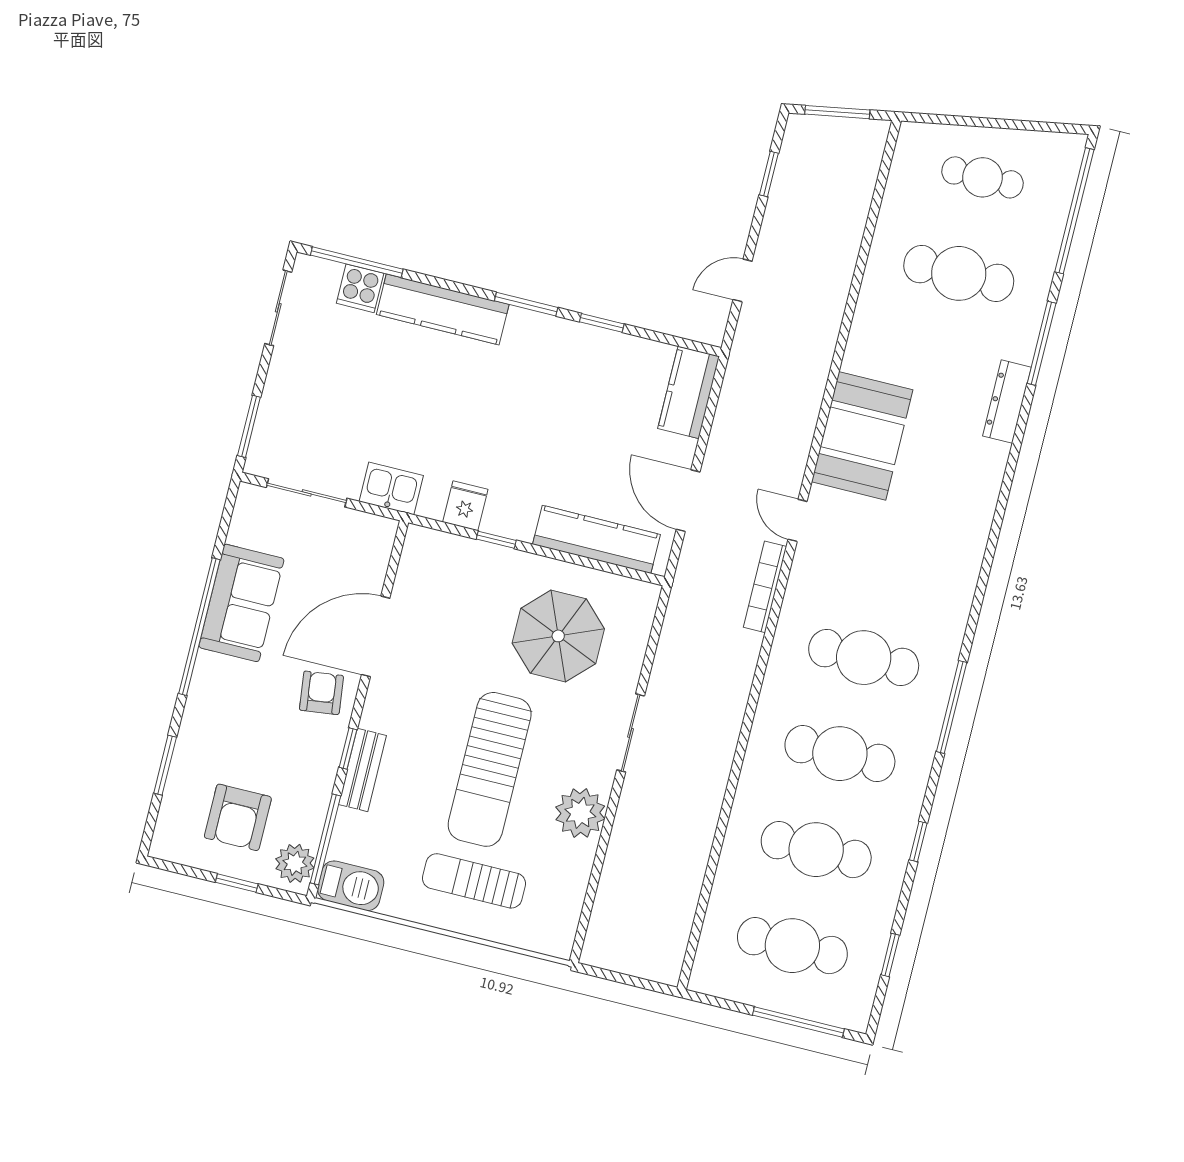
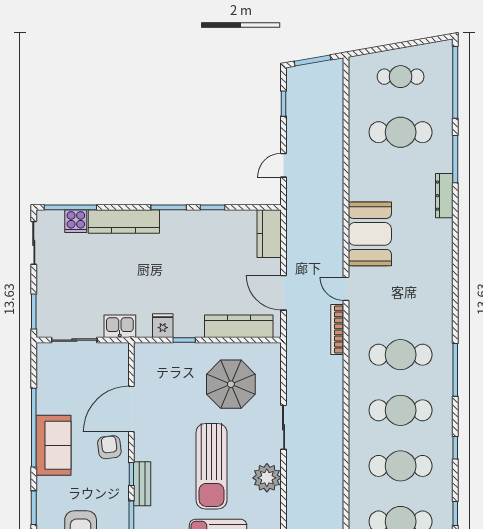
sofa: (241, 603) -> (54, 445), moved

